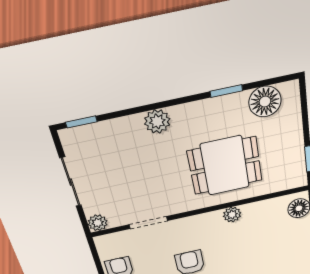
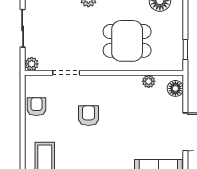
plant: (232, 215) -> (149, 81), moved

